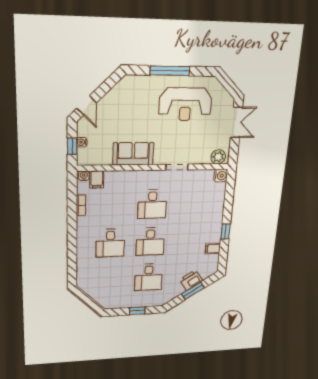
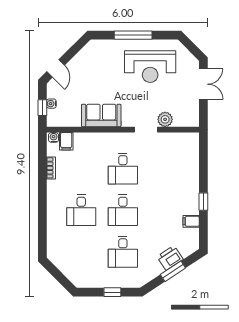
plant: (218, 157) -> (165, 119), moved
water cooler: (221, 176) -> (192, 139), removed

